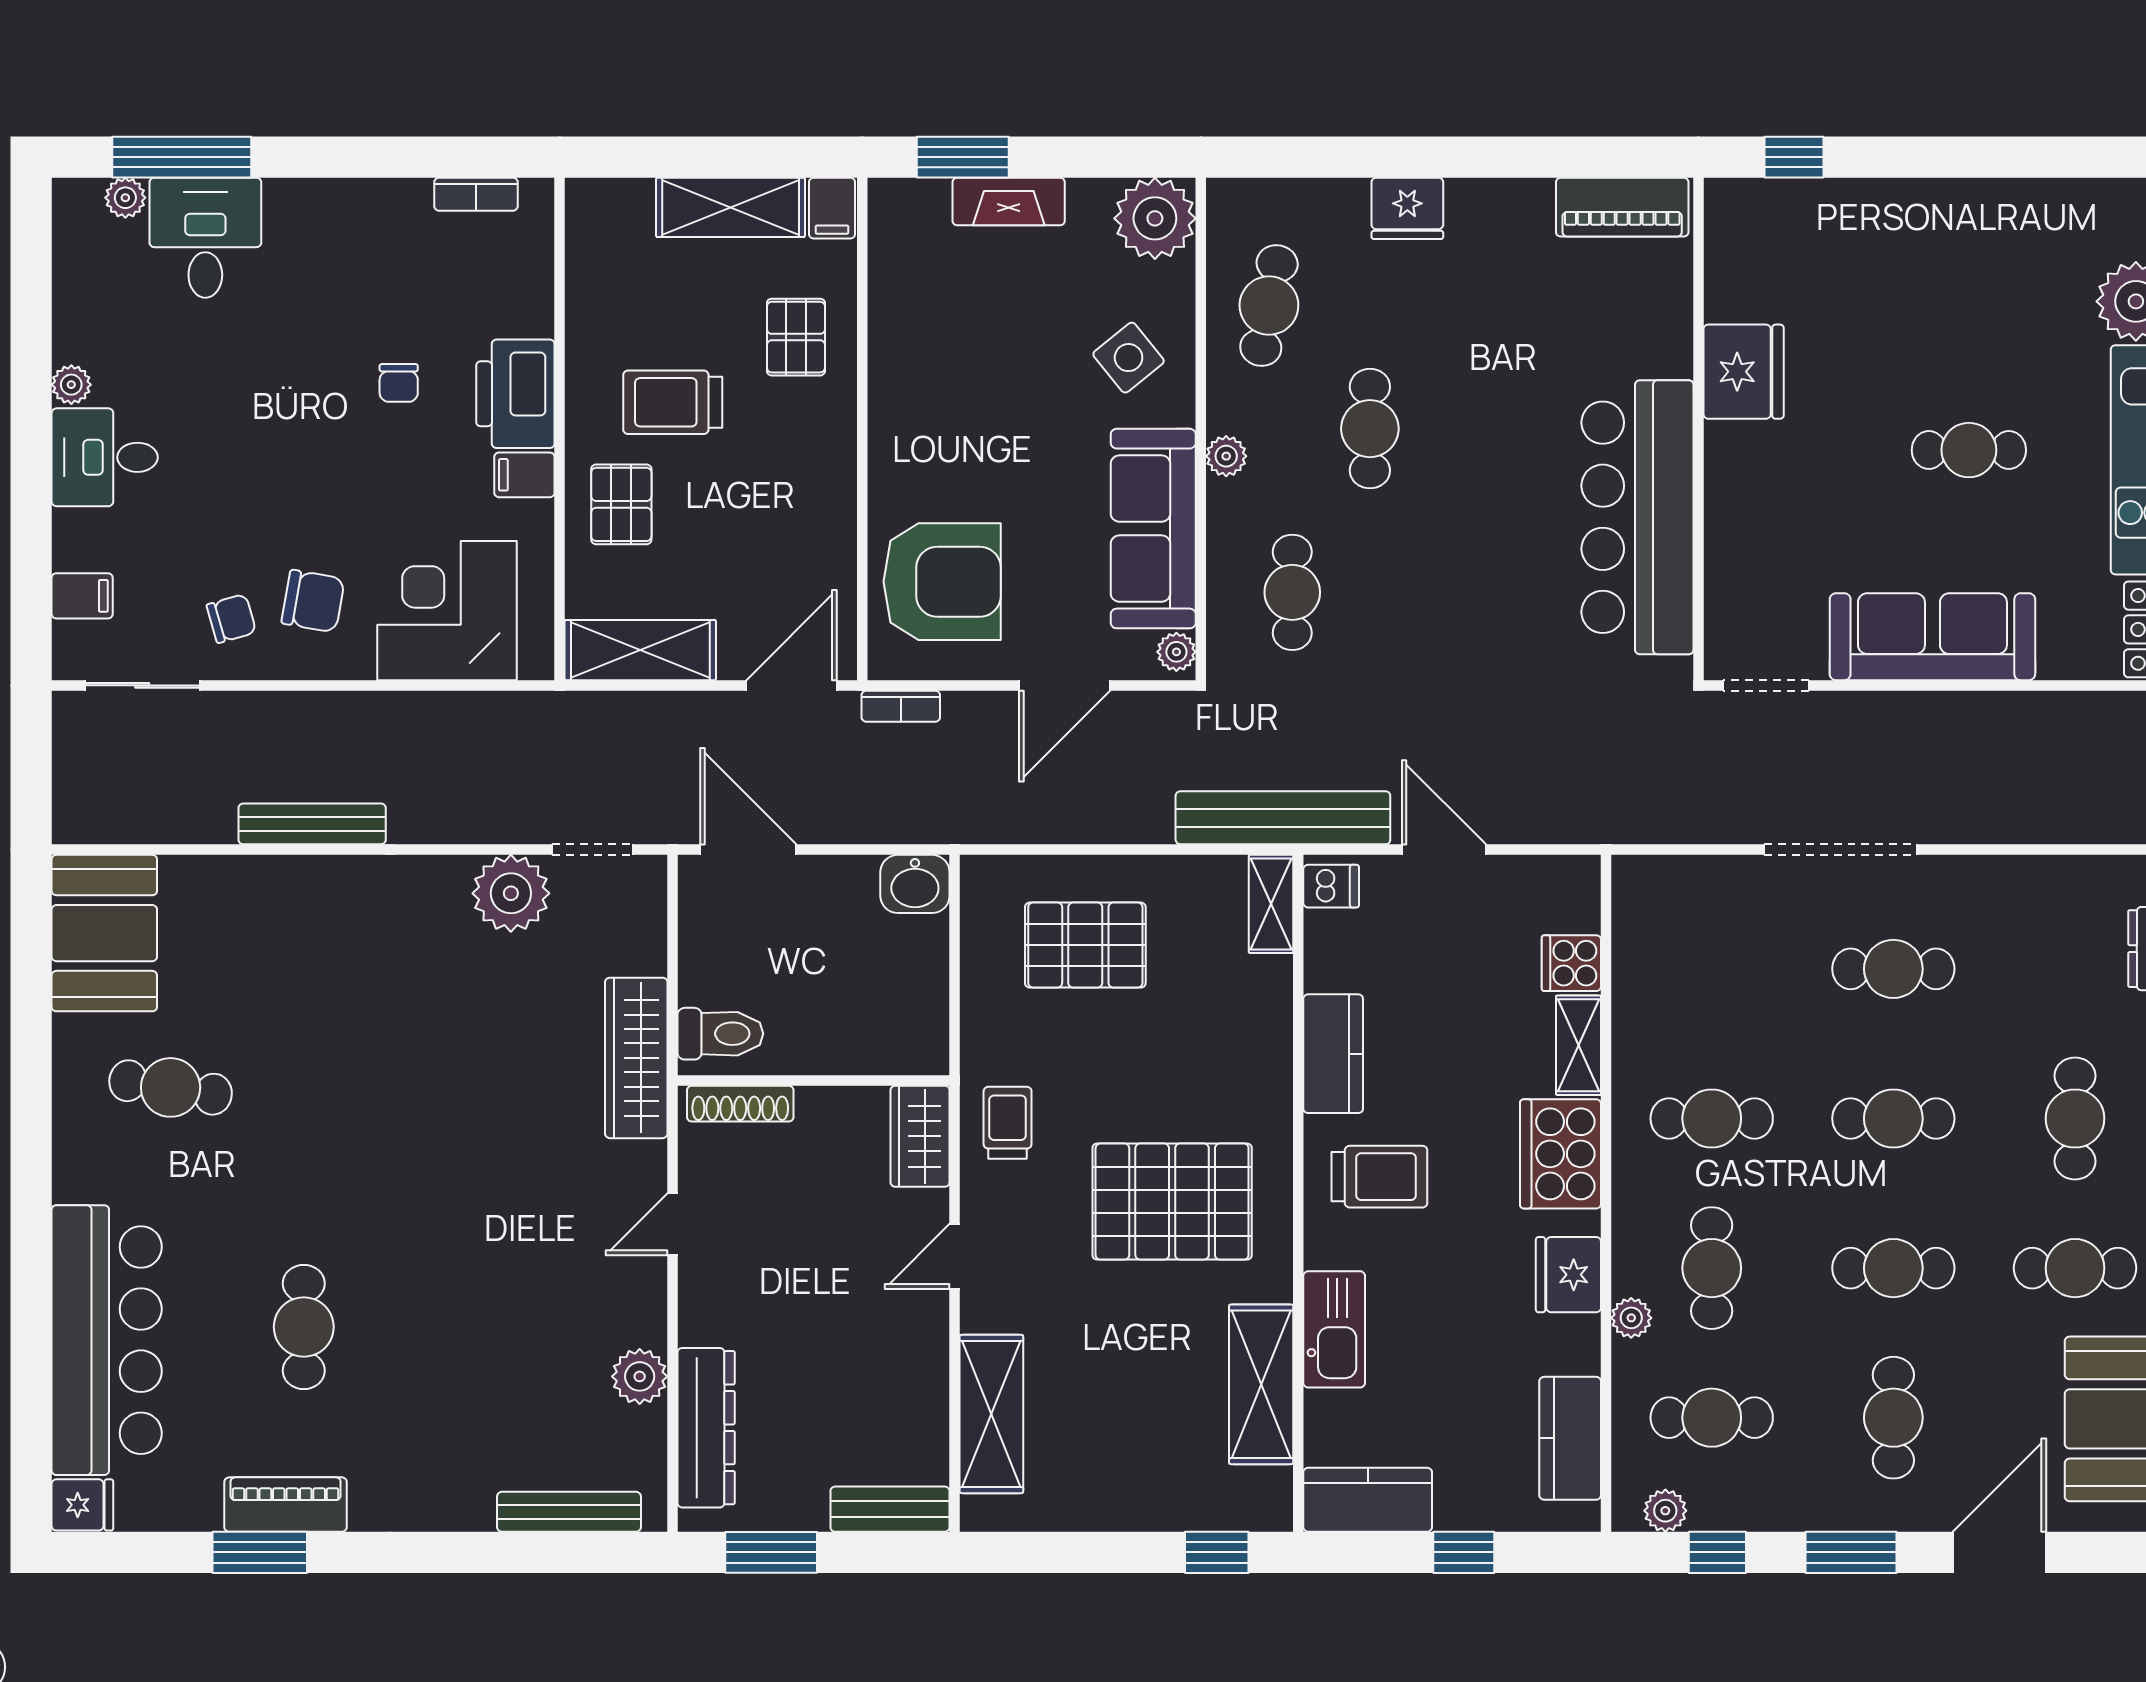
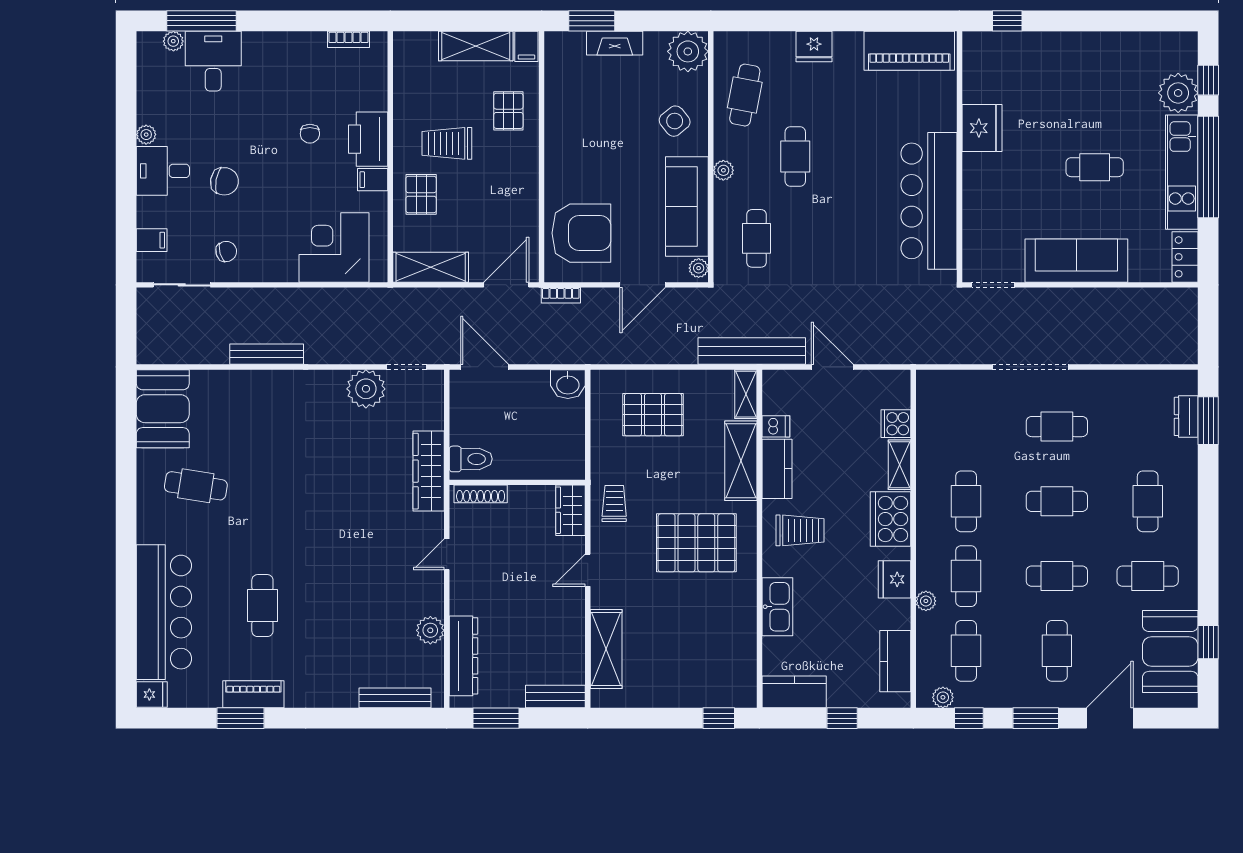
piano: (1622, 207) -> (909, 51), width x1.37, depth x1.33
chair: (313, 601) -> (224, 181), moved
dishwasher: (1331, 886) -> (776, 426), moved
cafe table: (1712, 1118) -> (966, 501), turned 90
shelving: (1261, 1384) -> (741, 461), moved
cafe table: (1712, 1418) -> (966, 651), turned 90

